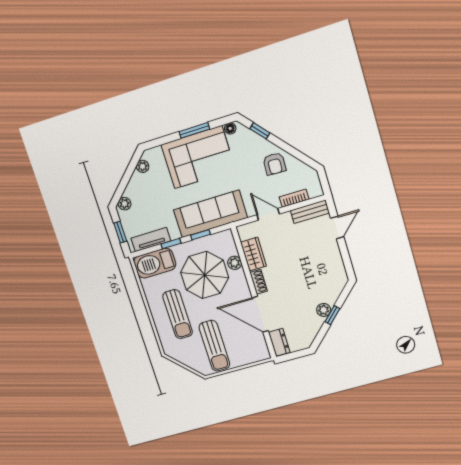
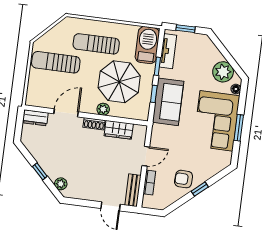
floor lamp: (230, 128) -> (236, 89), moved
window: (260, 131) -> (200, 189), moved
plant: (143, 166) -> (223, 72), width x1.87, depth x1.87
plant: (124, 204) -> (207, 43), removed
sofa: (210, 214) -> (168, 102), width x0.73
plant: (235, 263) -> (103, 109), moved
plant: (324, 310) -> (61, 184), moved
door: (260, 314) -> (66, 113), width x0.73

